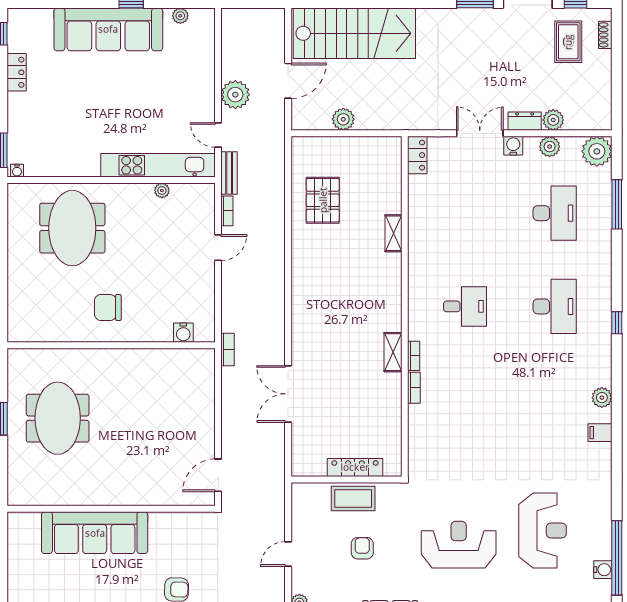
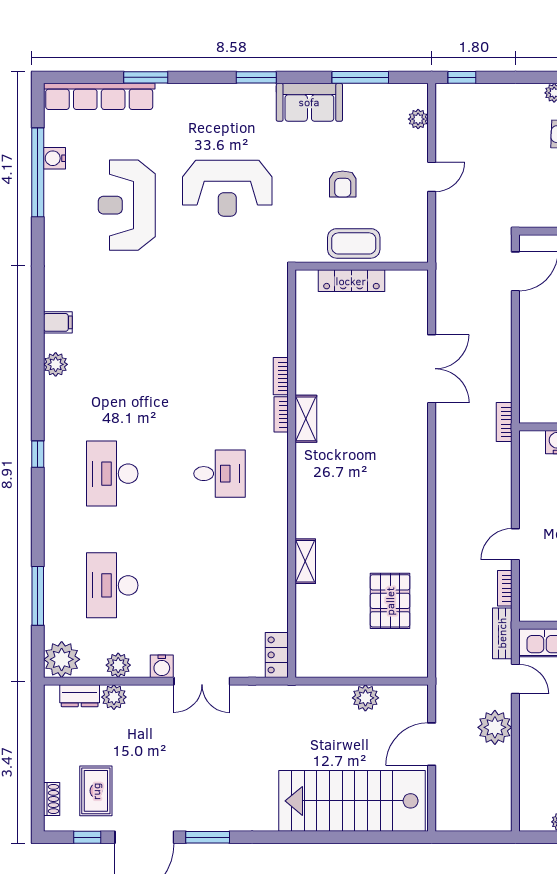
dresser: (525, 121) -> (80, 696), moved
desk: (465, 306) -> (220, 474), turned 180

